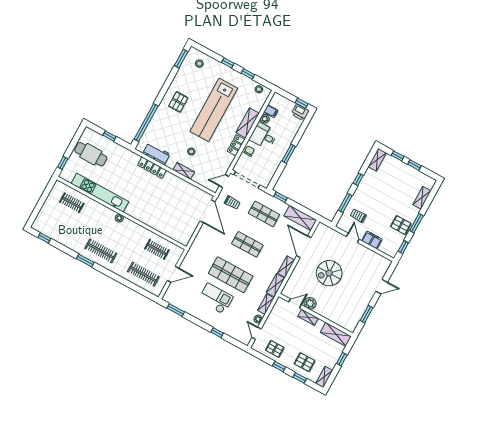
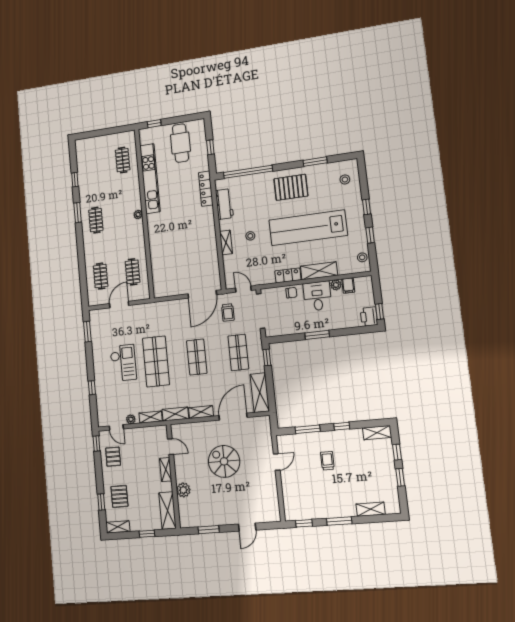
window: (181, 59) -> (315, 162), moved
pallet: (178, 102) -> (291, 187), width x1.50, depth x1.42
locker: (152, 168) -> (206, 189), moved
trolley: (358, 216) -> (327, 461), moved
pallet: (401, 225) -> (325, 505), removed
window: (44, 238) -> (75, 180), moved
filing cabinet: (372, 240) -> (288, 484), removed
clothes rail: (101, 251) -> (96, 220), width x0.73
clothes rail: (143, 274) -> (101, 276), width x0.73
door: (173, 274) -> (119, 305), swing flipped
door: (382, 287) -> (247, 527), hinge flipped
plant: (310, 303) -> (183, 490), moved
door: (256, 333) -> (116, 427), swing flipped
window: (279, 366) -> (96, 444), moved

